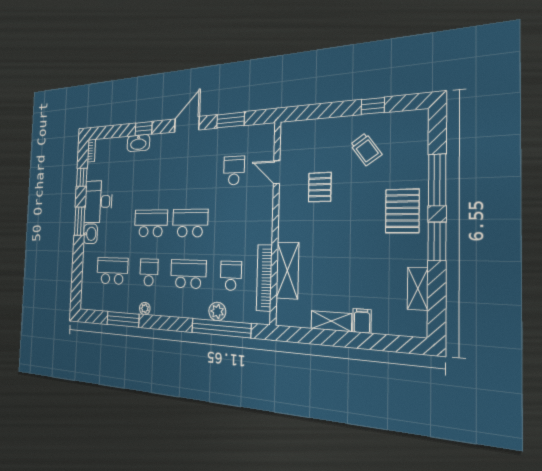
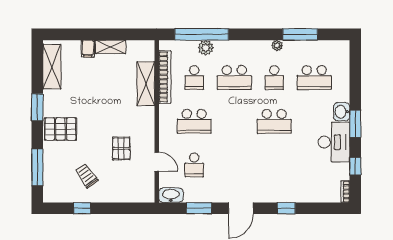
washbasin: (138, 143) -> (171, 195), moved
window: (437, 180) -> (37, 167), moved
pallet: (402, 211) -> (61, 129), turned 90
school desk: (190, 223) -> (194, 121), moved
shelving: (418, 289) -> (52, 67), width x1.50, depth x1.33

